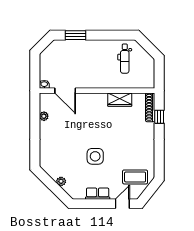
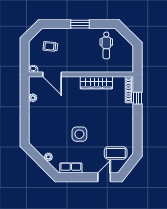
window: (76, 35) -> (80, 24), moved
trolley: (63, 60) -> (50, 46), added
wardrobe: (120, 100) -> (96, 83), width x1.50
row of seats: (98, 194) -> (71, 168), moved

